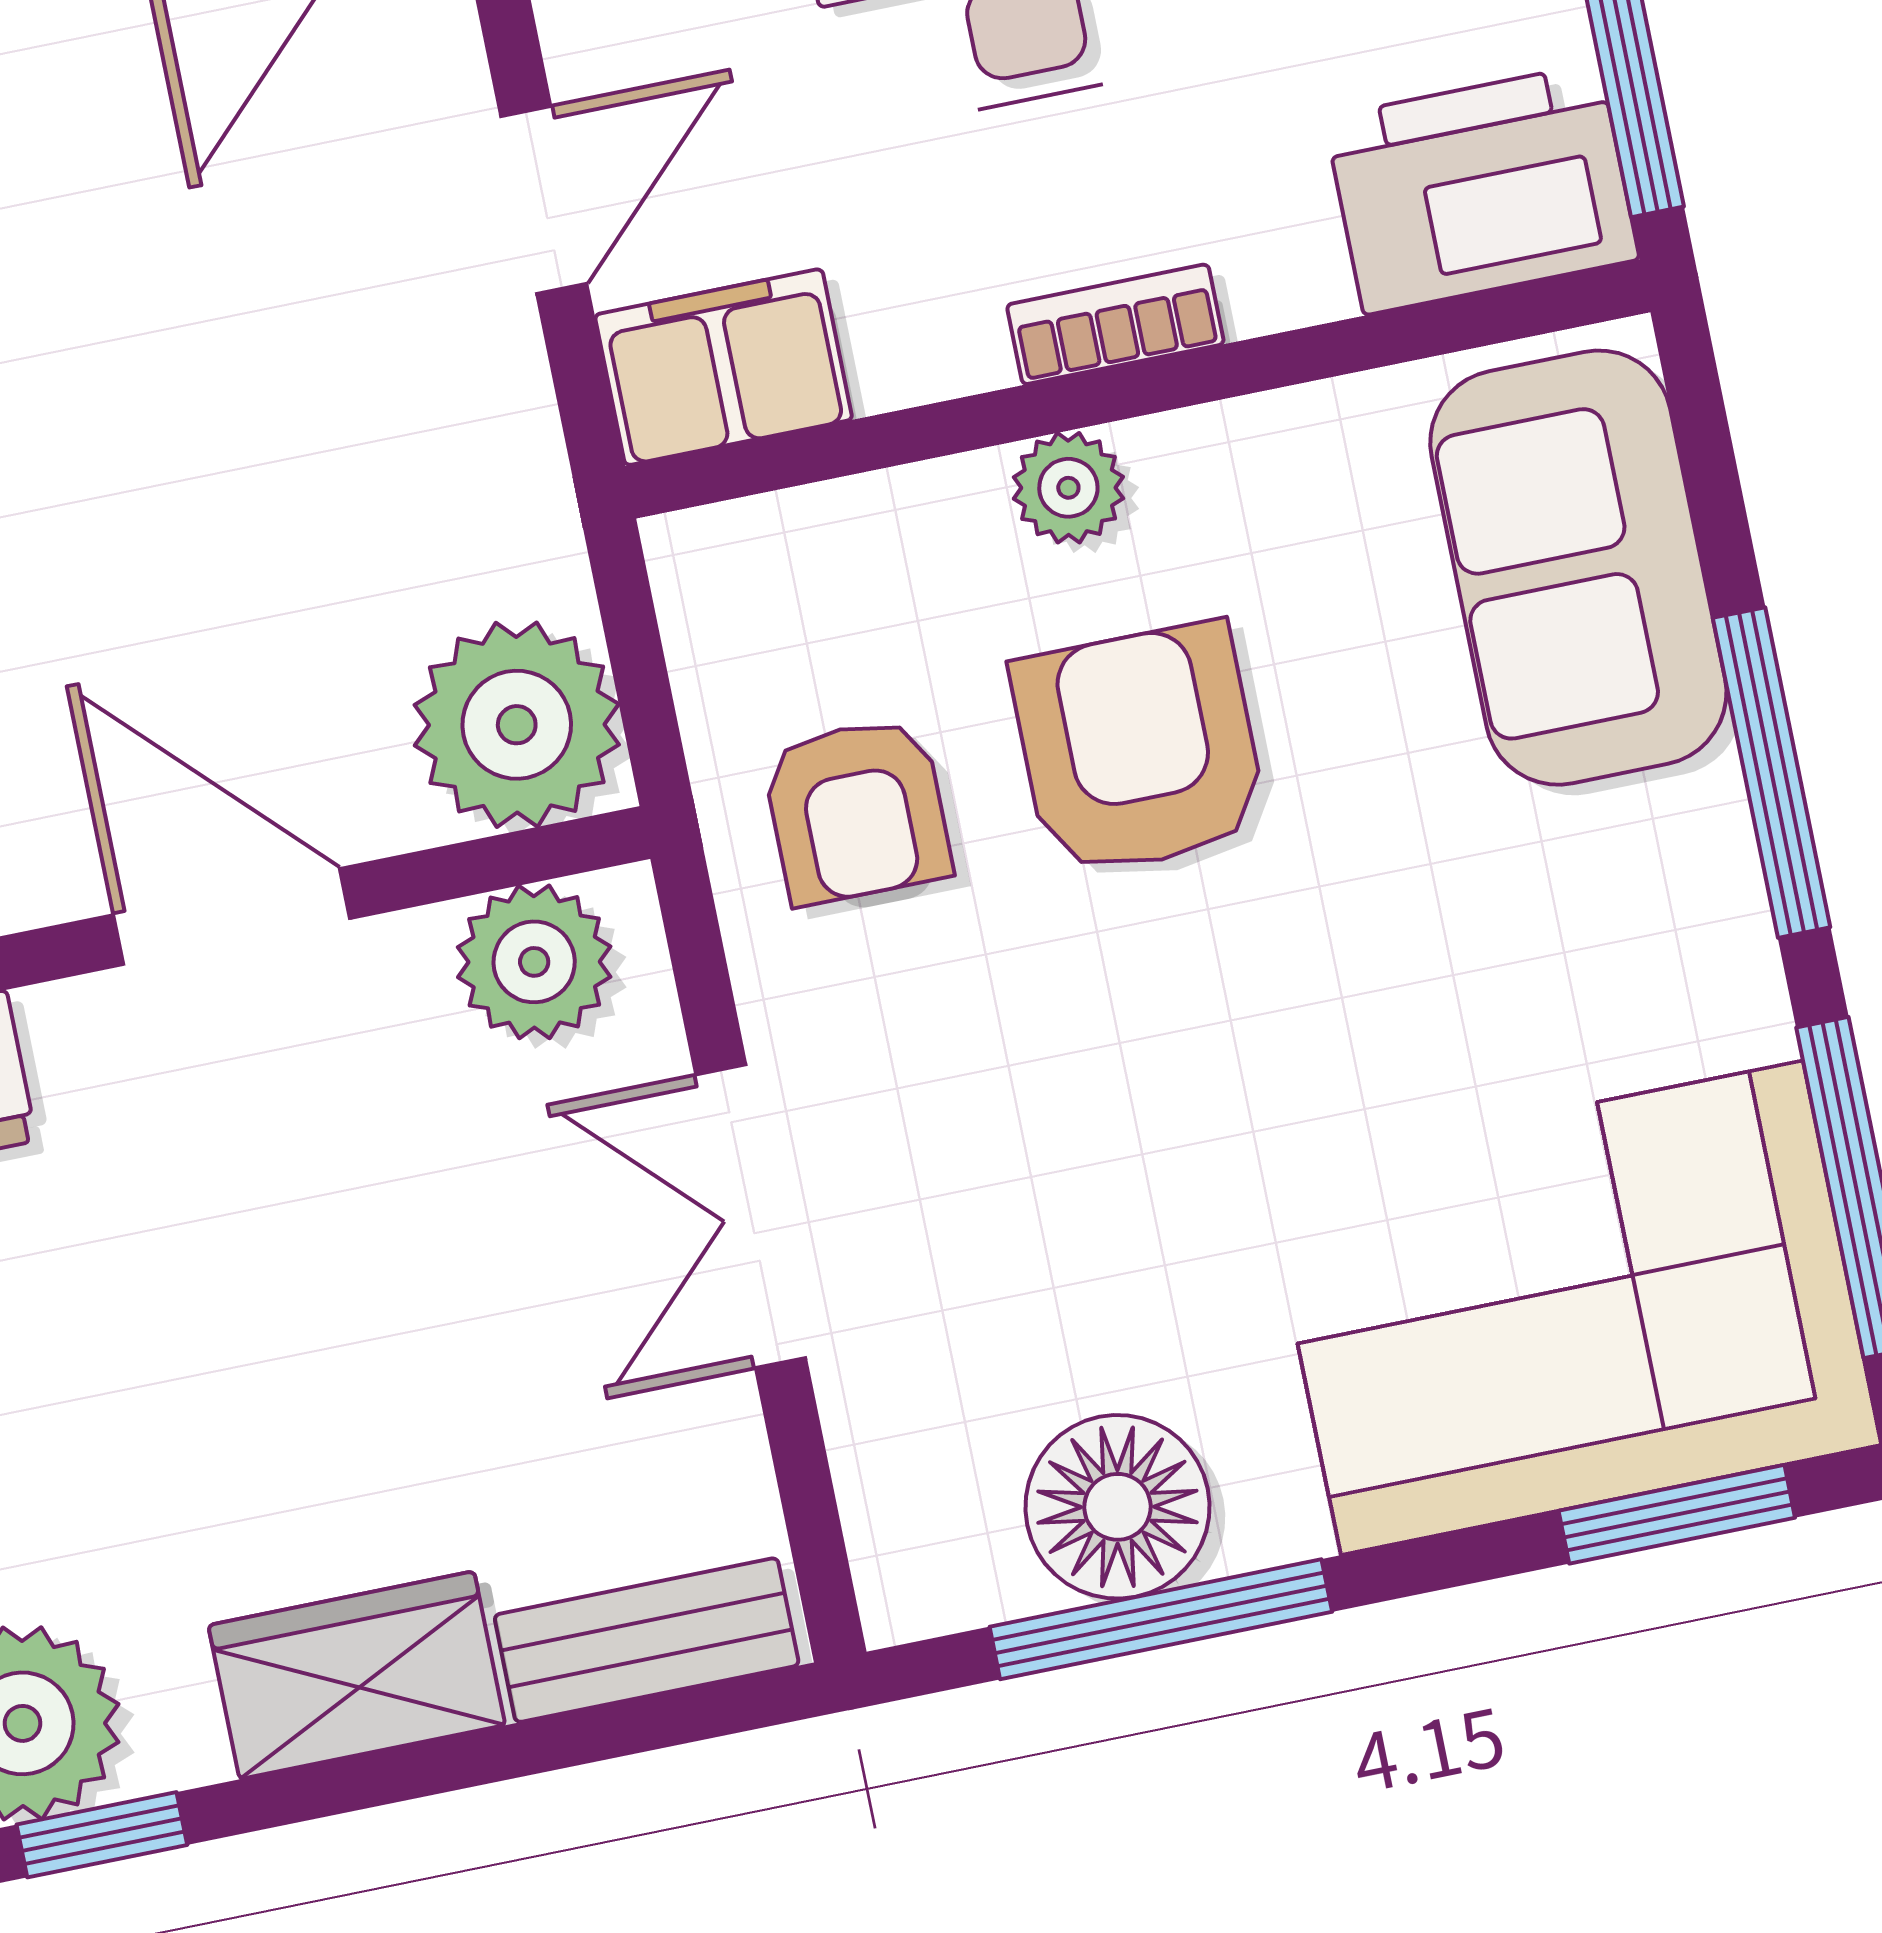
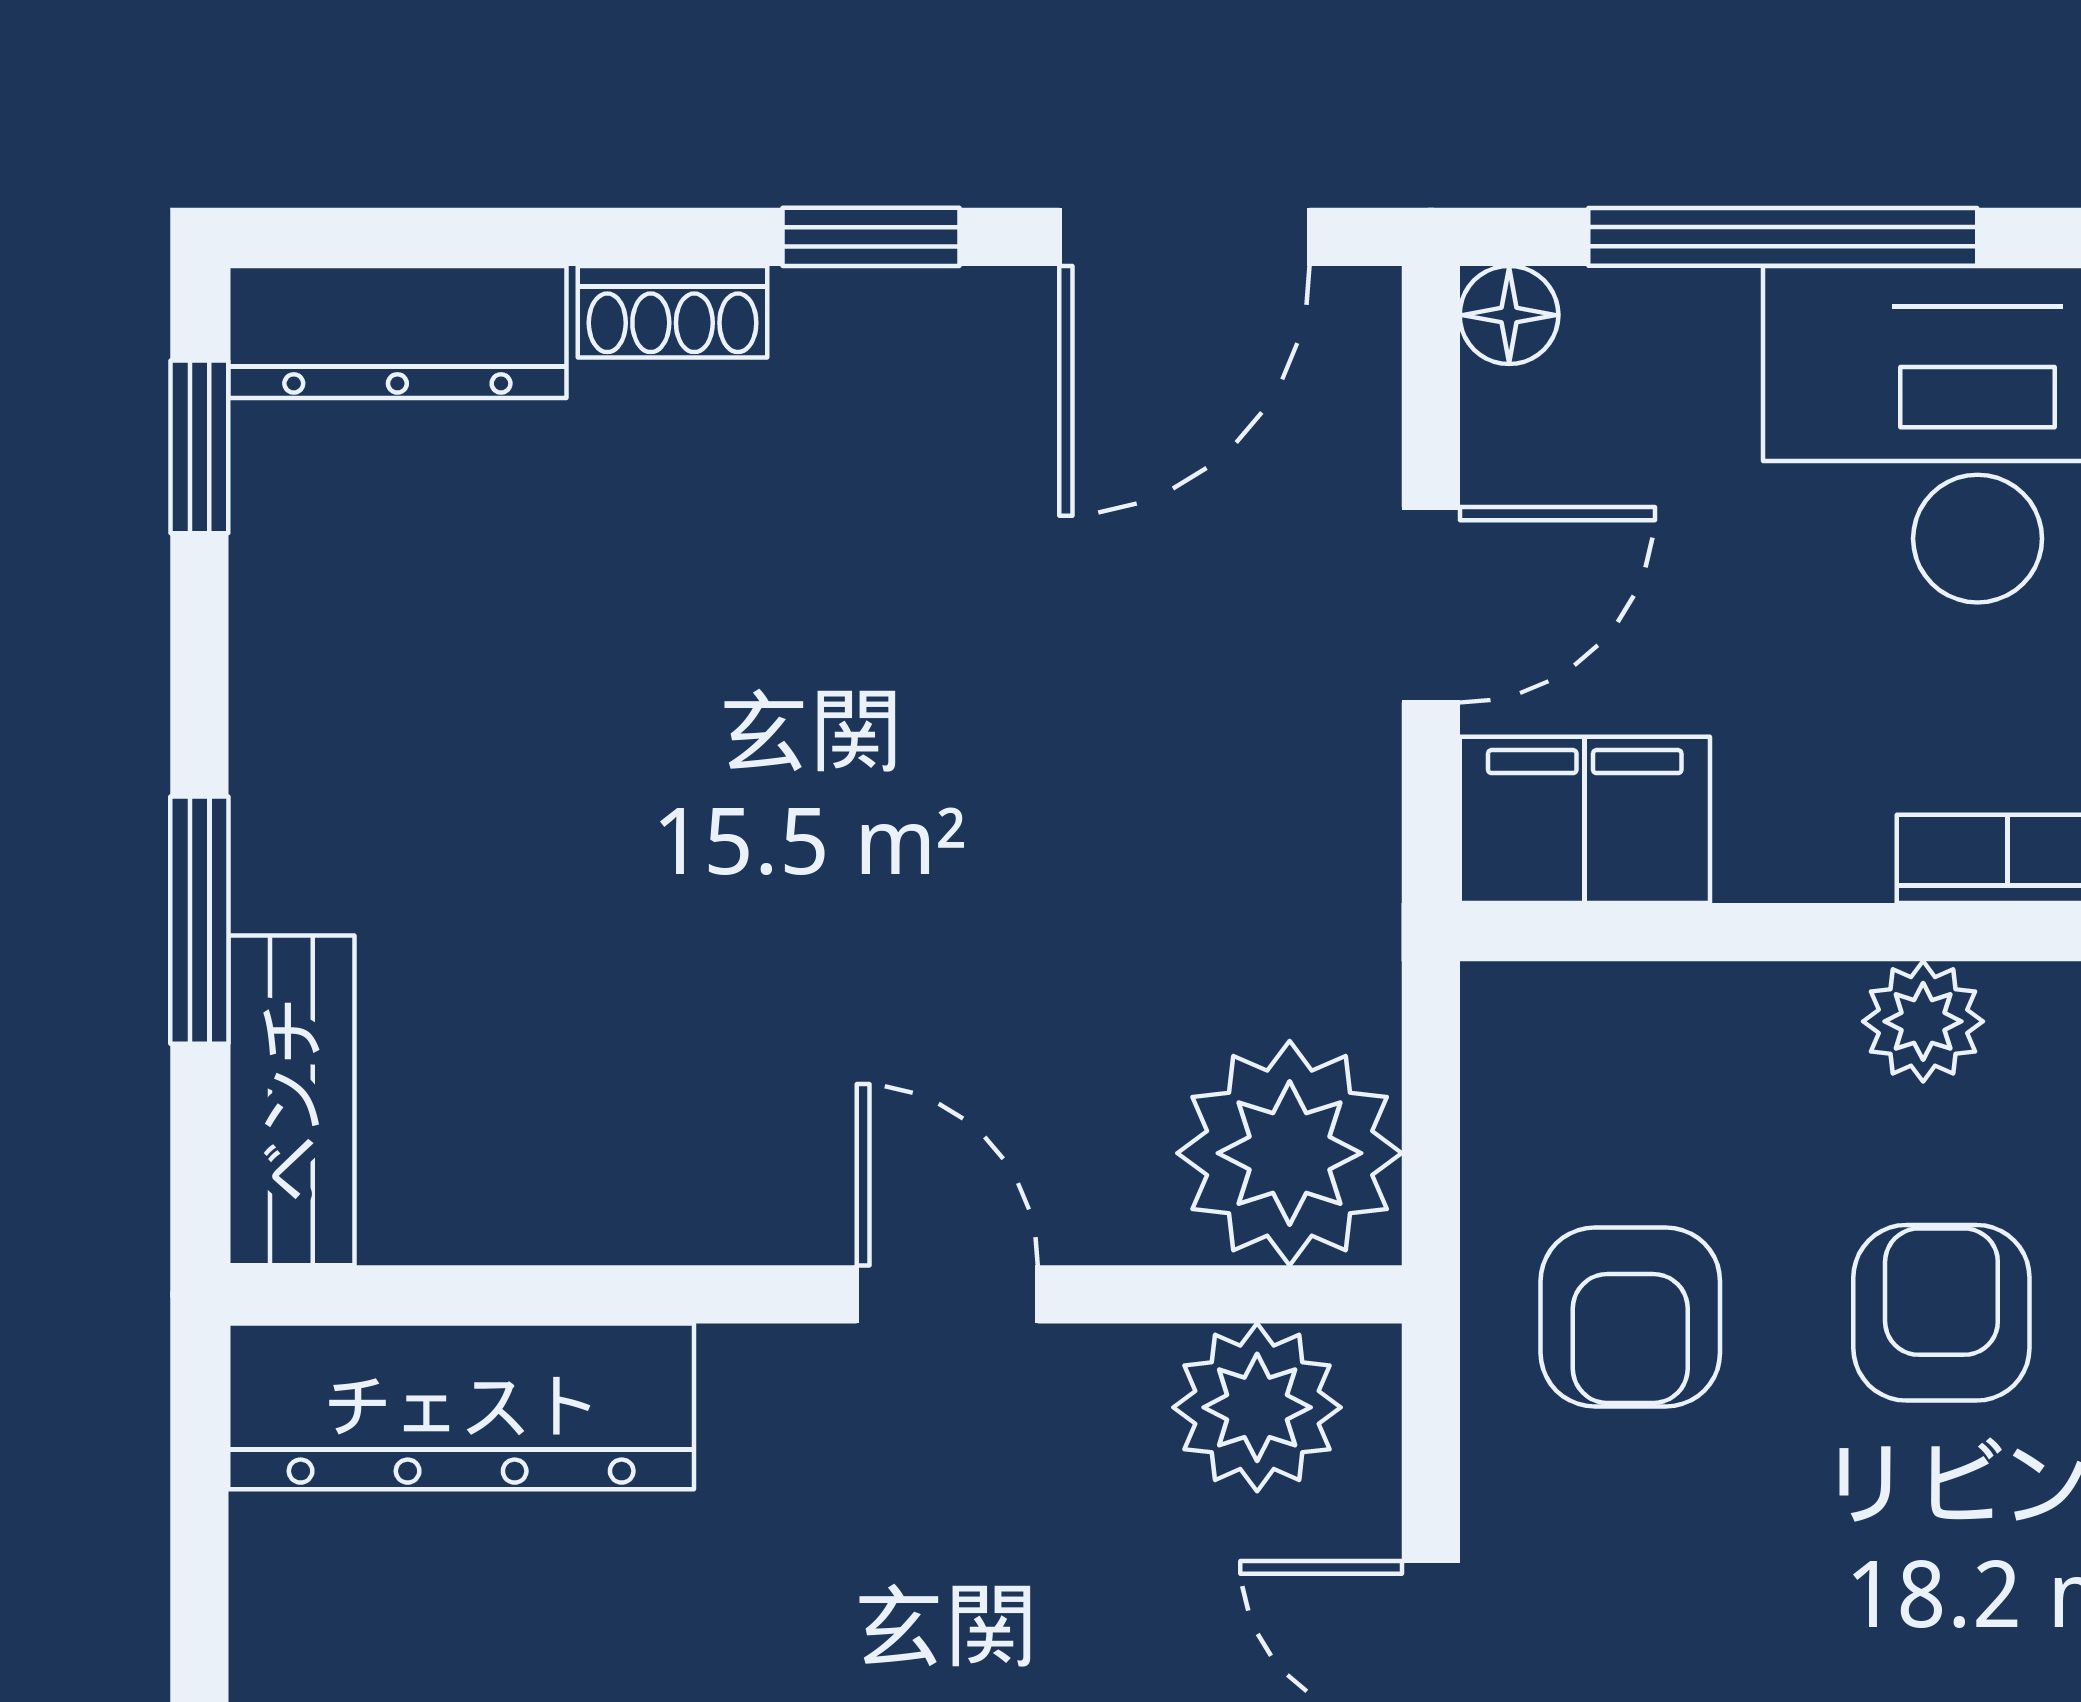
armchair: (1139, 749) -> (1941, 1313), width x0.72, depth x0.72
door: (232, 917) -> (947, 1294), width x0.73

